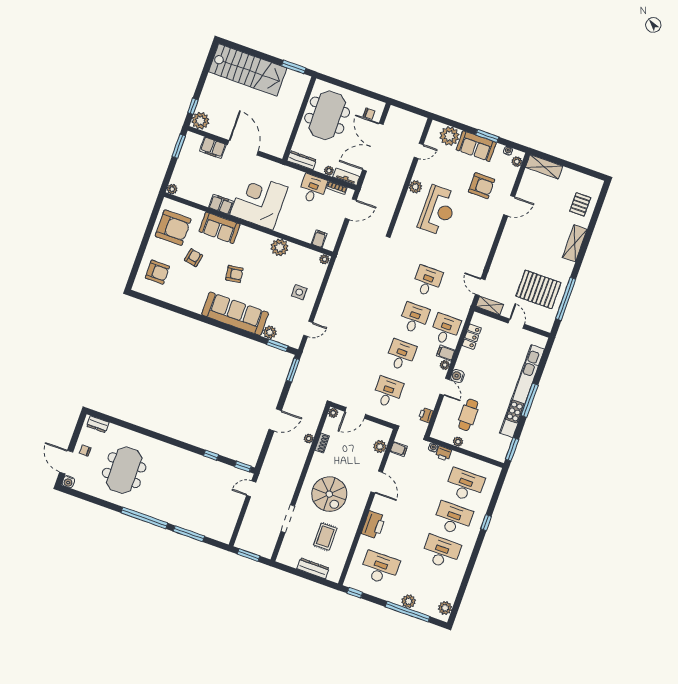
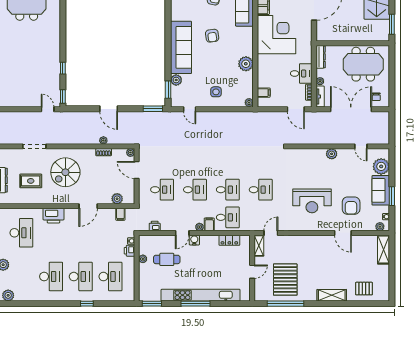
reception desk: (438, 210) -> (312, 201), moved

